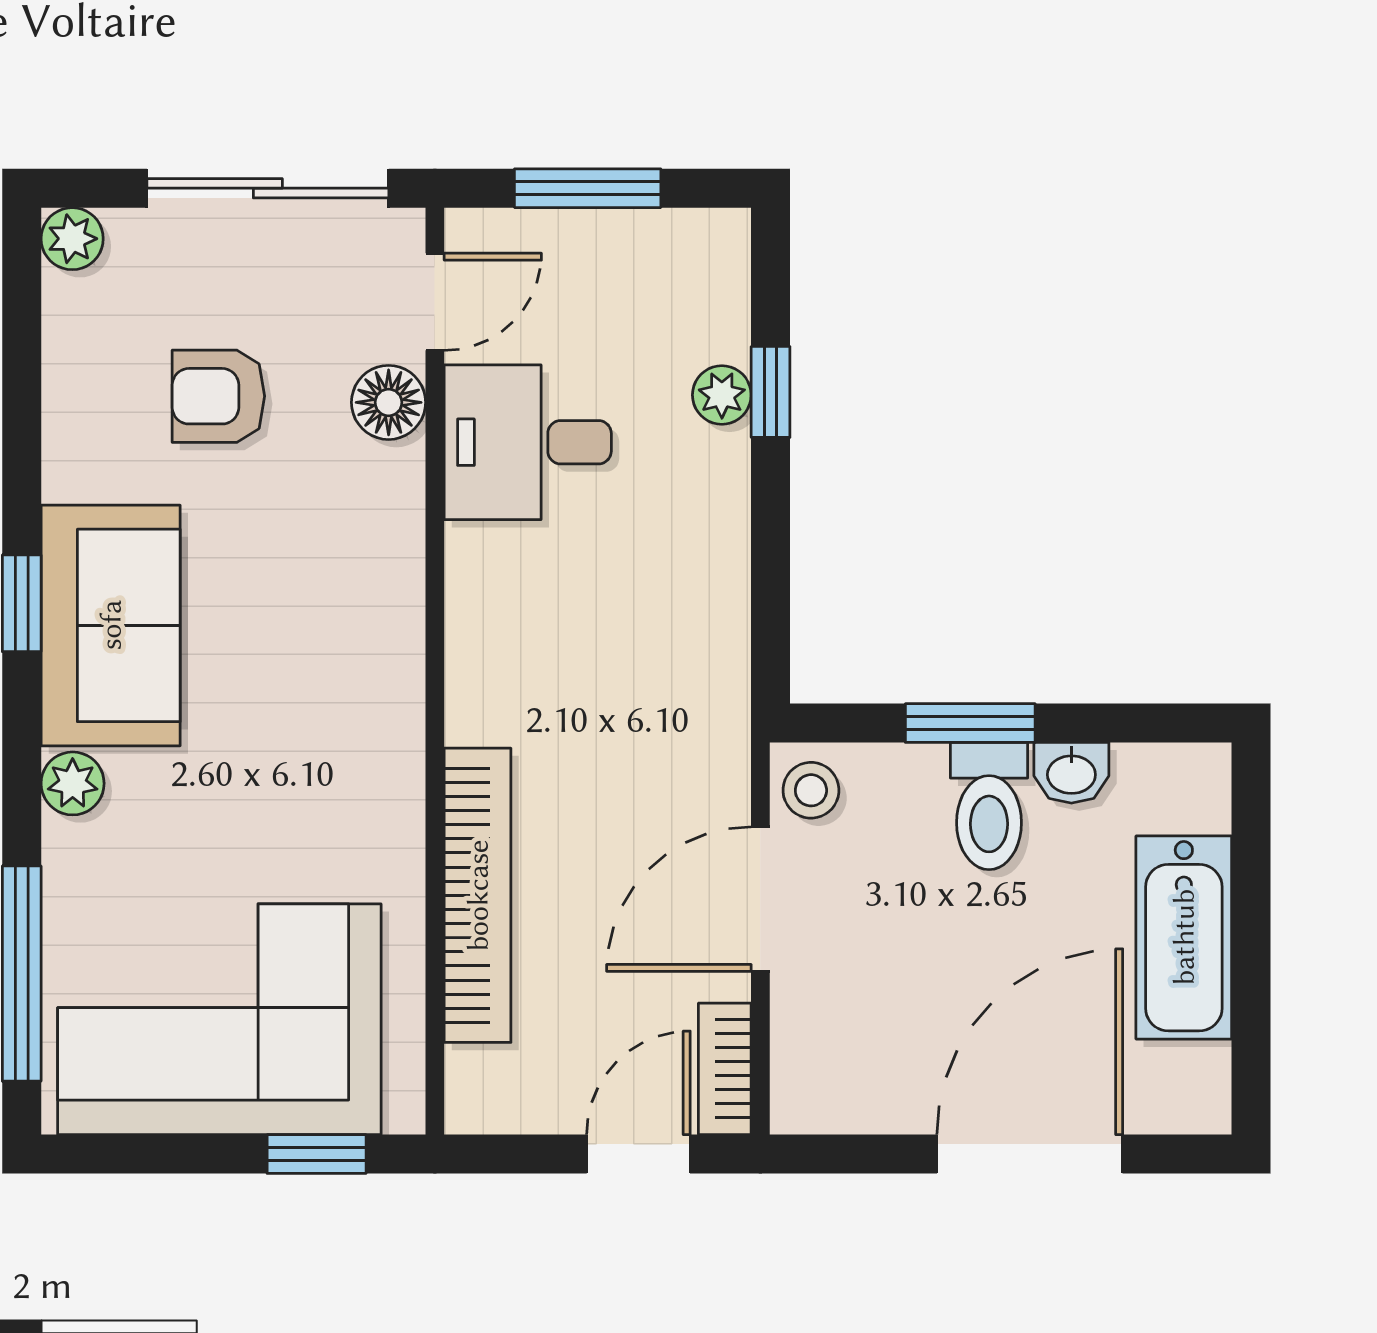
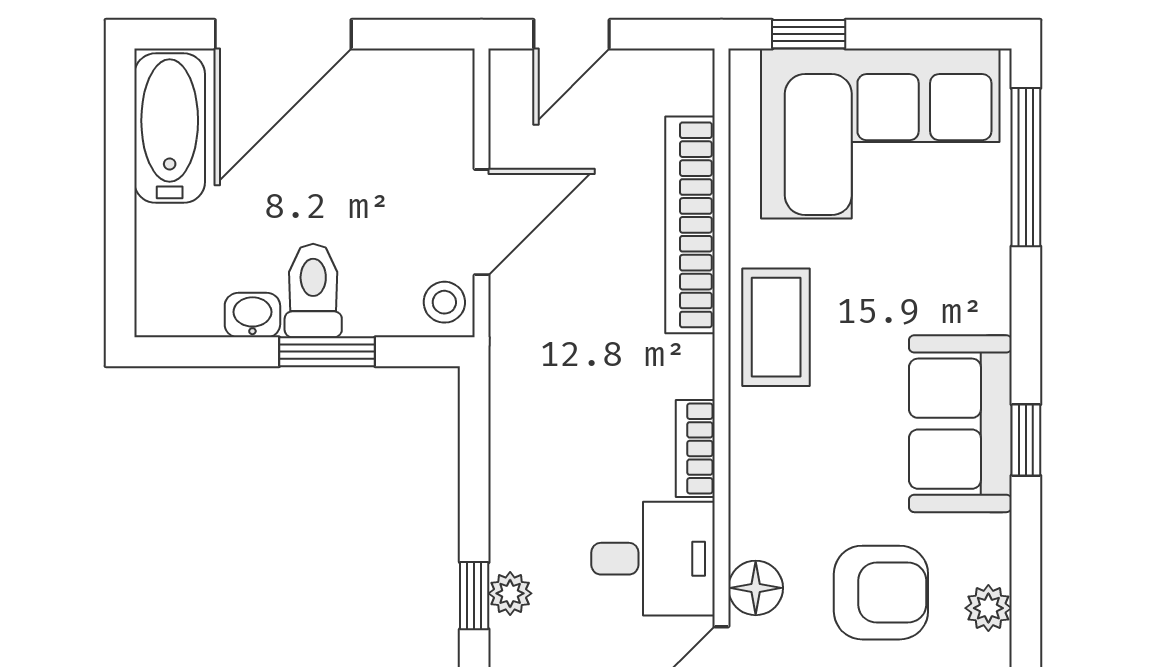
armchair: (218, 396) -> (881, 593), width x1.38, depth x1.38
coffee table: (361, 756) -> (776, 327), added
plant: (73, 783) -> (988, 608), moved
bathtub: (1184, 937) -> (170, 128), moved
bookcase: (725, 1069) -> (695, 449), moved, turned 180

